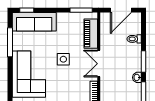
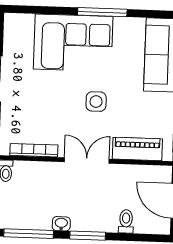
window: (10, 42) -> (102, 12), moved

